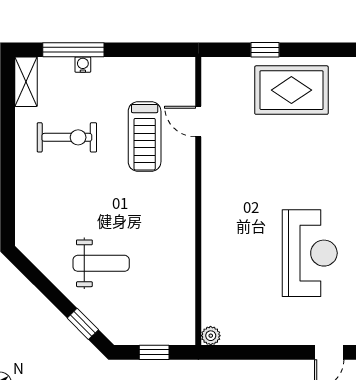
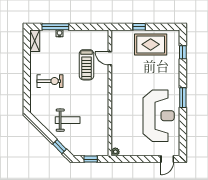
exercise bike: (67, 137) -> (50, 81), moved
reception desk: (310, 253) -> (159, 116), width x1.36, depth x1.30

